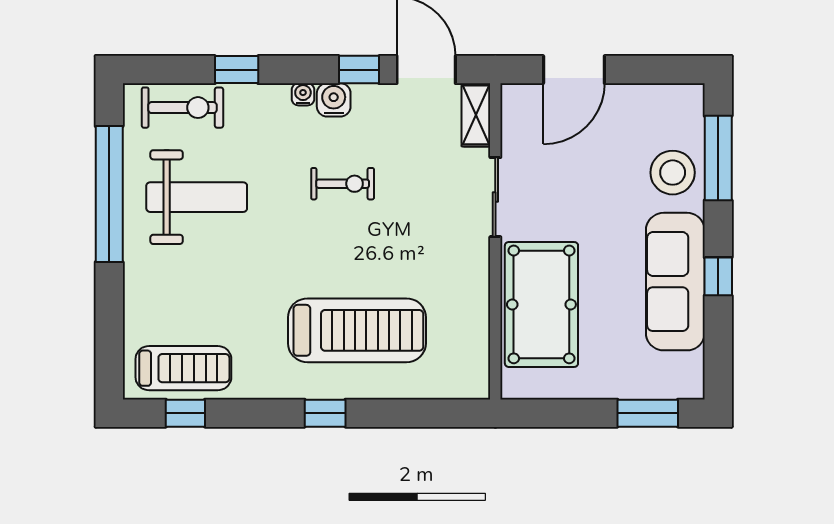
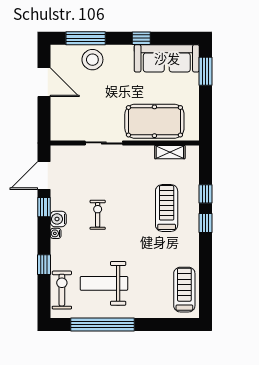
door: (574, 70) -> (44, 82), moved
shelving: (476, 115) -> (170, 152), moved
weight bench: (197, 197) -> (104, 283), turned -90
sofa: (675, 282) -> (167, 58), moved
treadmill: (357, 330) -> (167, 208), width x0.73, depth x0.73
window: (185, 413) -> (206, 194), moved

